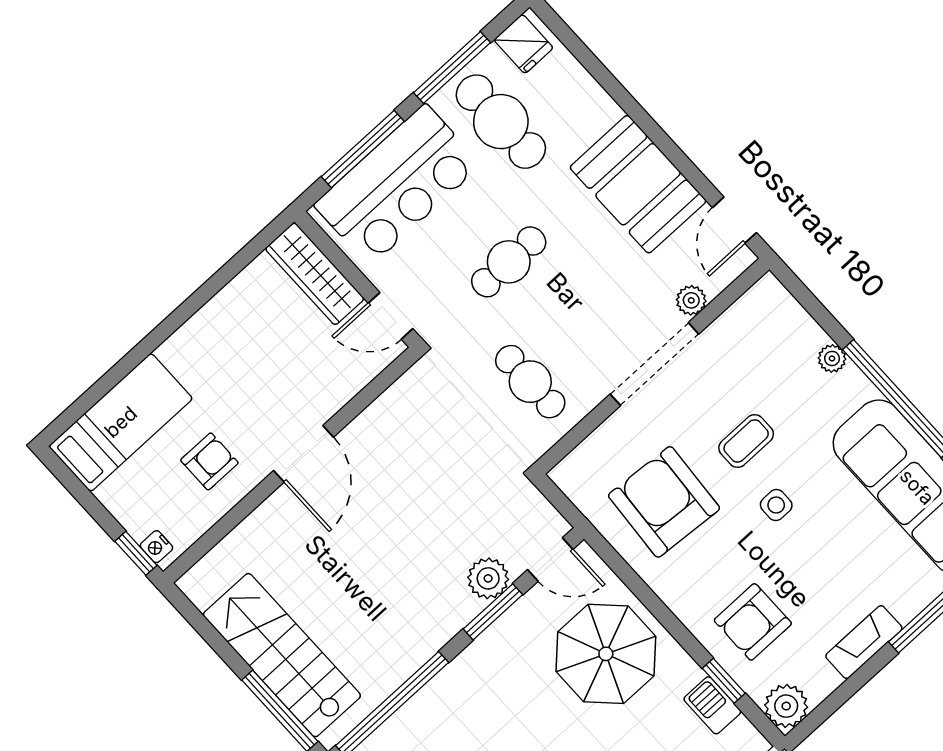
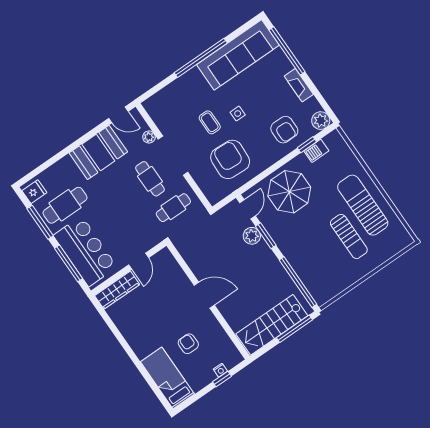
cafe table: (509, 262) -> (150, 179), moved
plant: (832, 358) -> (181, 82), removed
door: (304, 454) -> (204, 295), moved
wall: (291, 465) -> (208, 301), moved
armchair: (664, 502) -> (230, 159), turned 89

